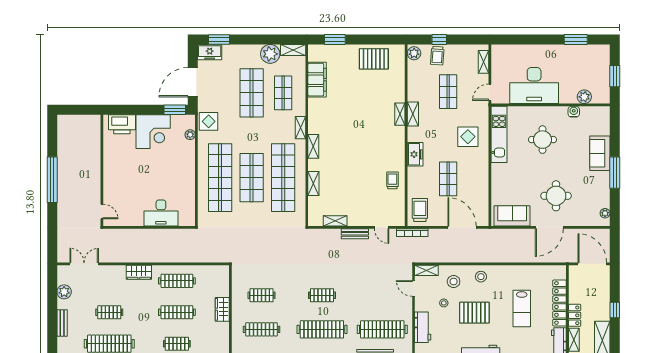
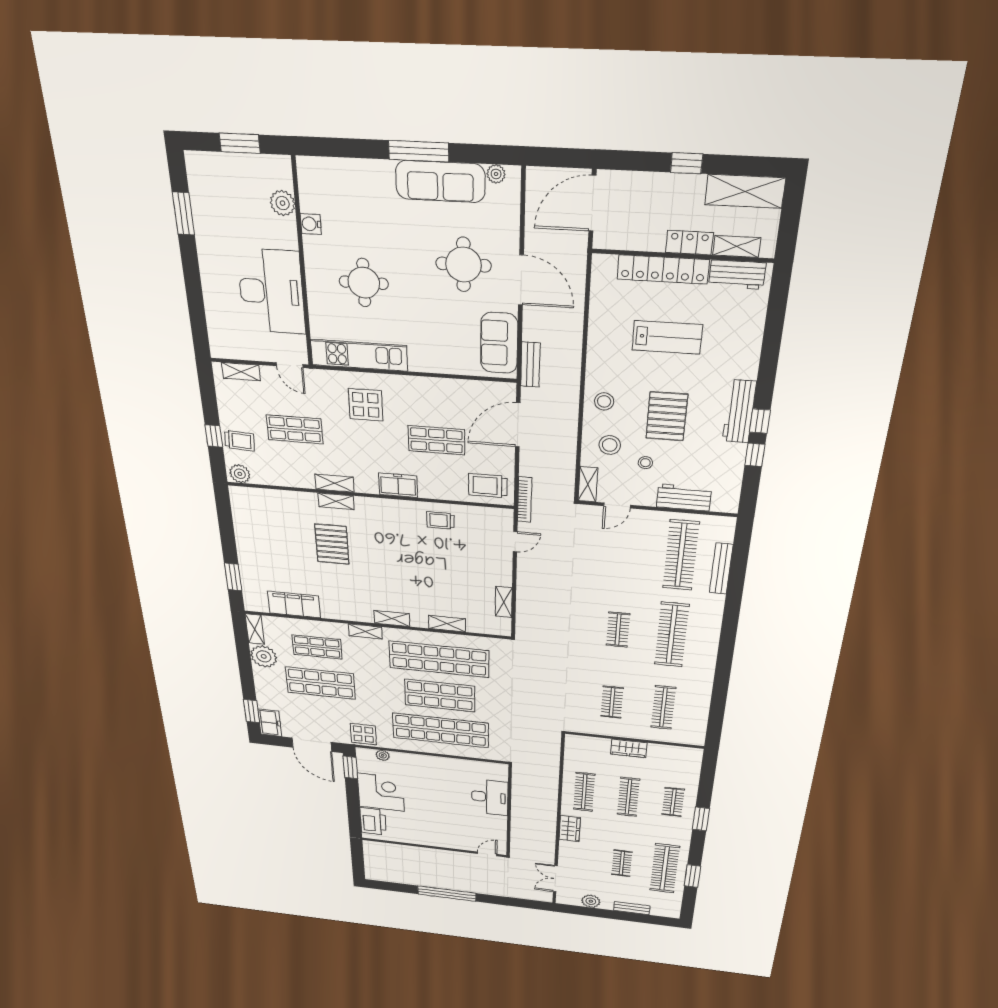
pallet: (374, 59) -> (332, 544), moved
sofa: (600, 153) -> (440, 181), moved, width x1.36
bench: (355, 234) -> (530, 365), moved

